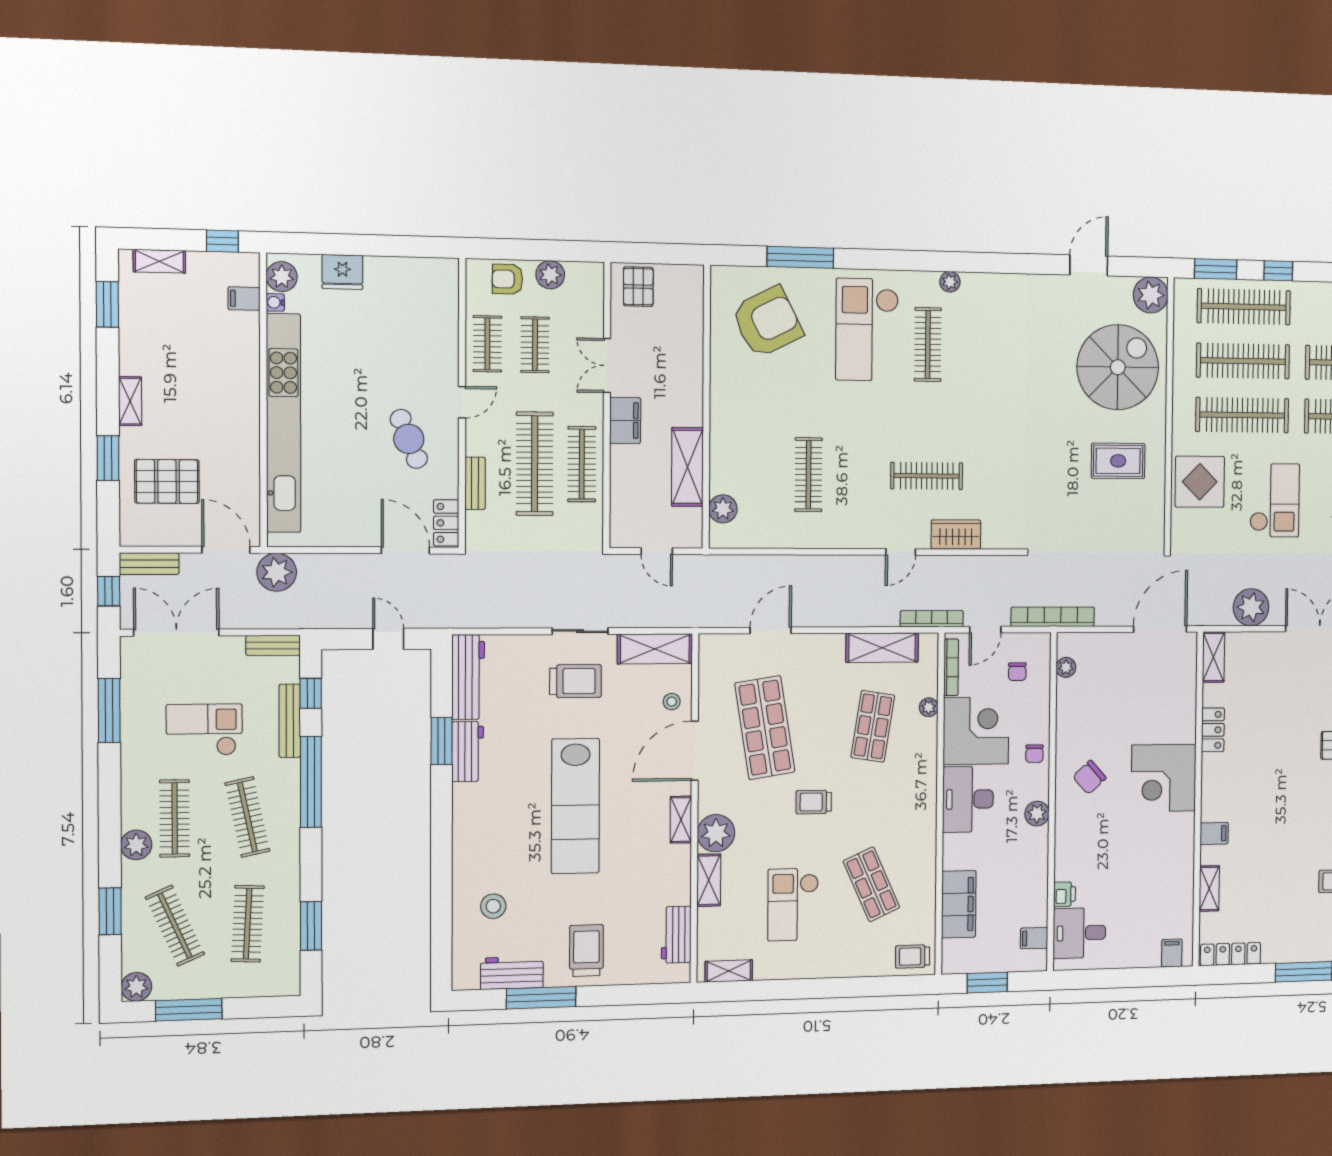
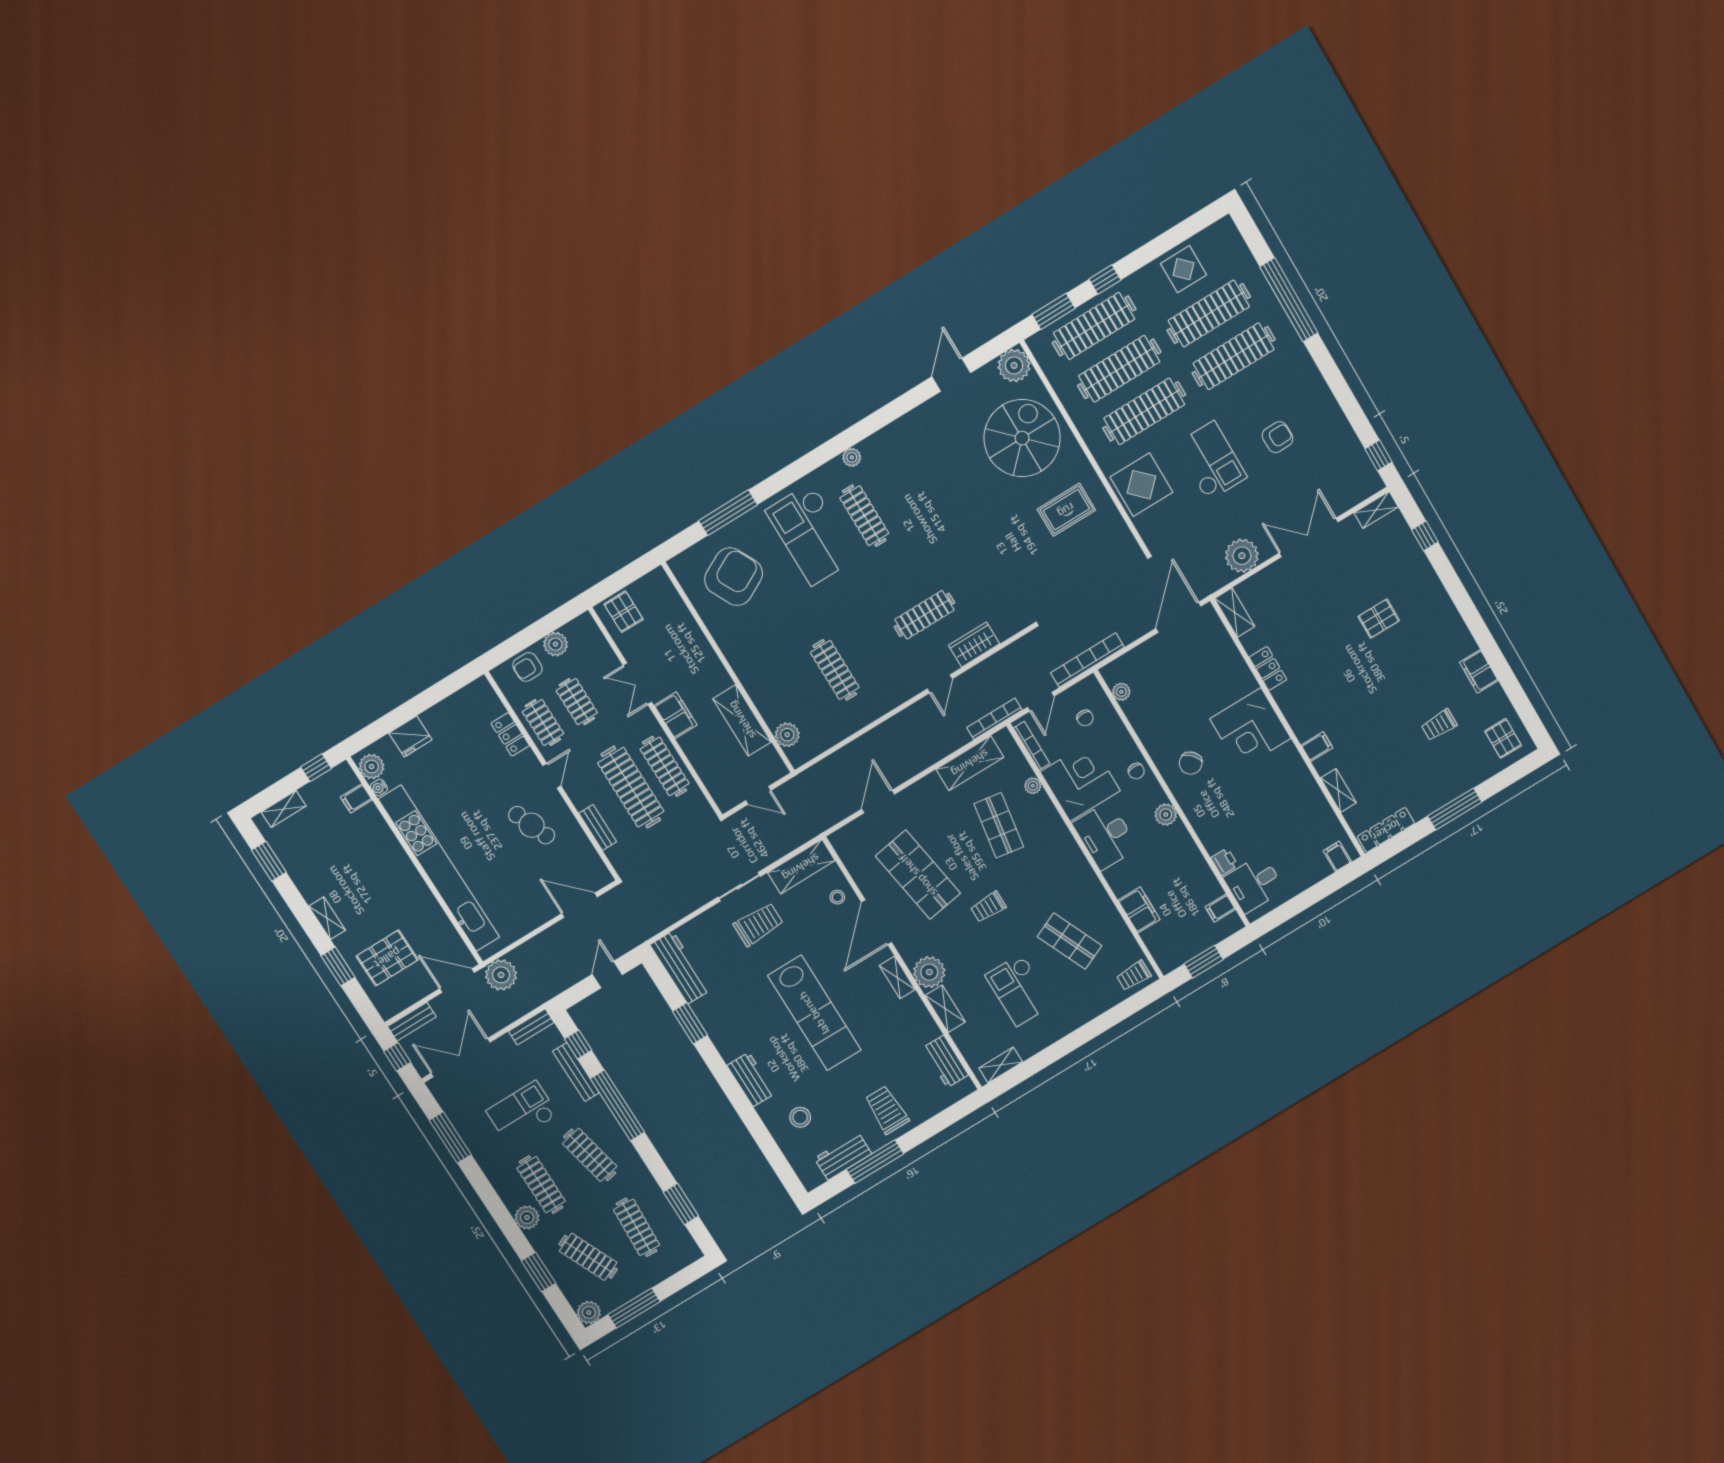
locker: (446, 523) -> (510, 734), moved
door: (388, 639) -> (607, 975), hinge flipped
workbench: (468, 752) -> (751, 1079), moved
filing cabinet: (959, 904) -> (1139, 910), width x0.67, depth x0.86

